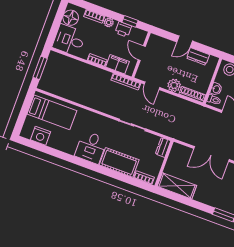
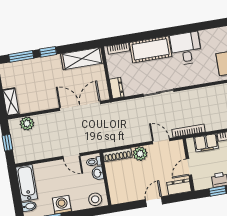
door: (142, 53) -> (189, 167), swing flipped
dresser: (198, 56) -> (179, 187), moved
double door: (211, 154) -> (80, 106), moved
window: (201, 206) -> (48, 52), added

